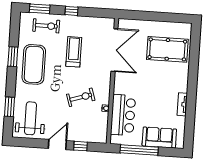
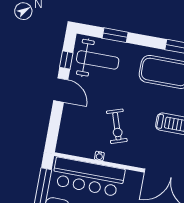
bar counter: (123, 115) -> (88, 177), width x1.36
window: (81, 146) -> (66, 60), moved

